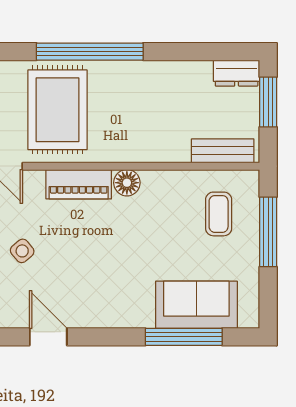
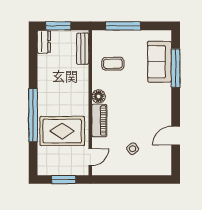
coffee table: (219, 214) -> (113, 64), moved

